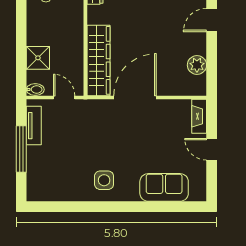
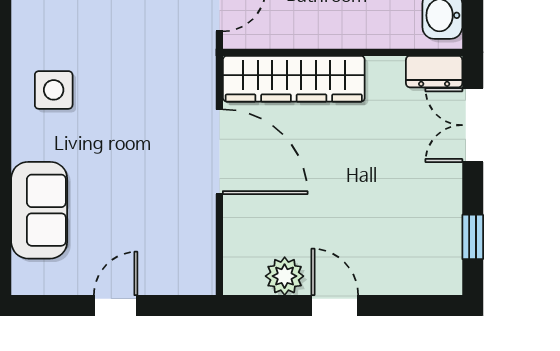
door: (212, 20) -> (335, 306), moved
fireplace: (199, 116) -> (182, 281), removed

